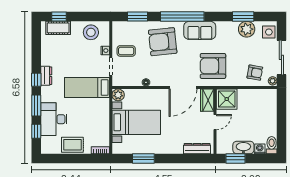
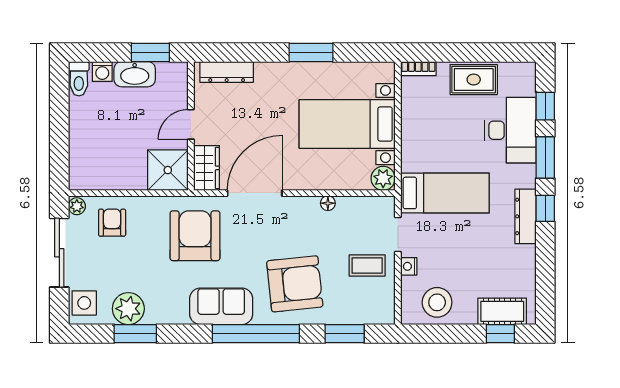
armchair: (213, 66) -> (195, 236), turned -90
armchair: (255, 73) -> (112, 223), turned 80
dresser: (46, 76) -> (525, 216), width x1.44
window: (143, 158) -> (311, 52), moved

